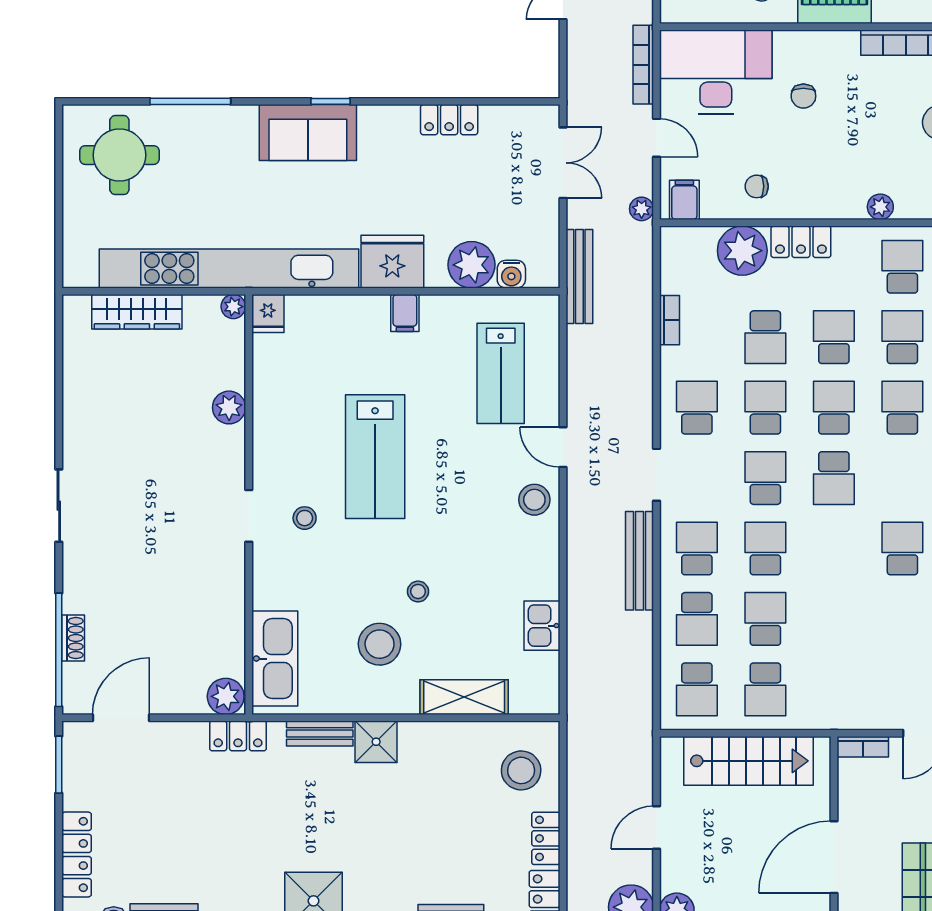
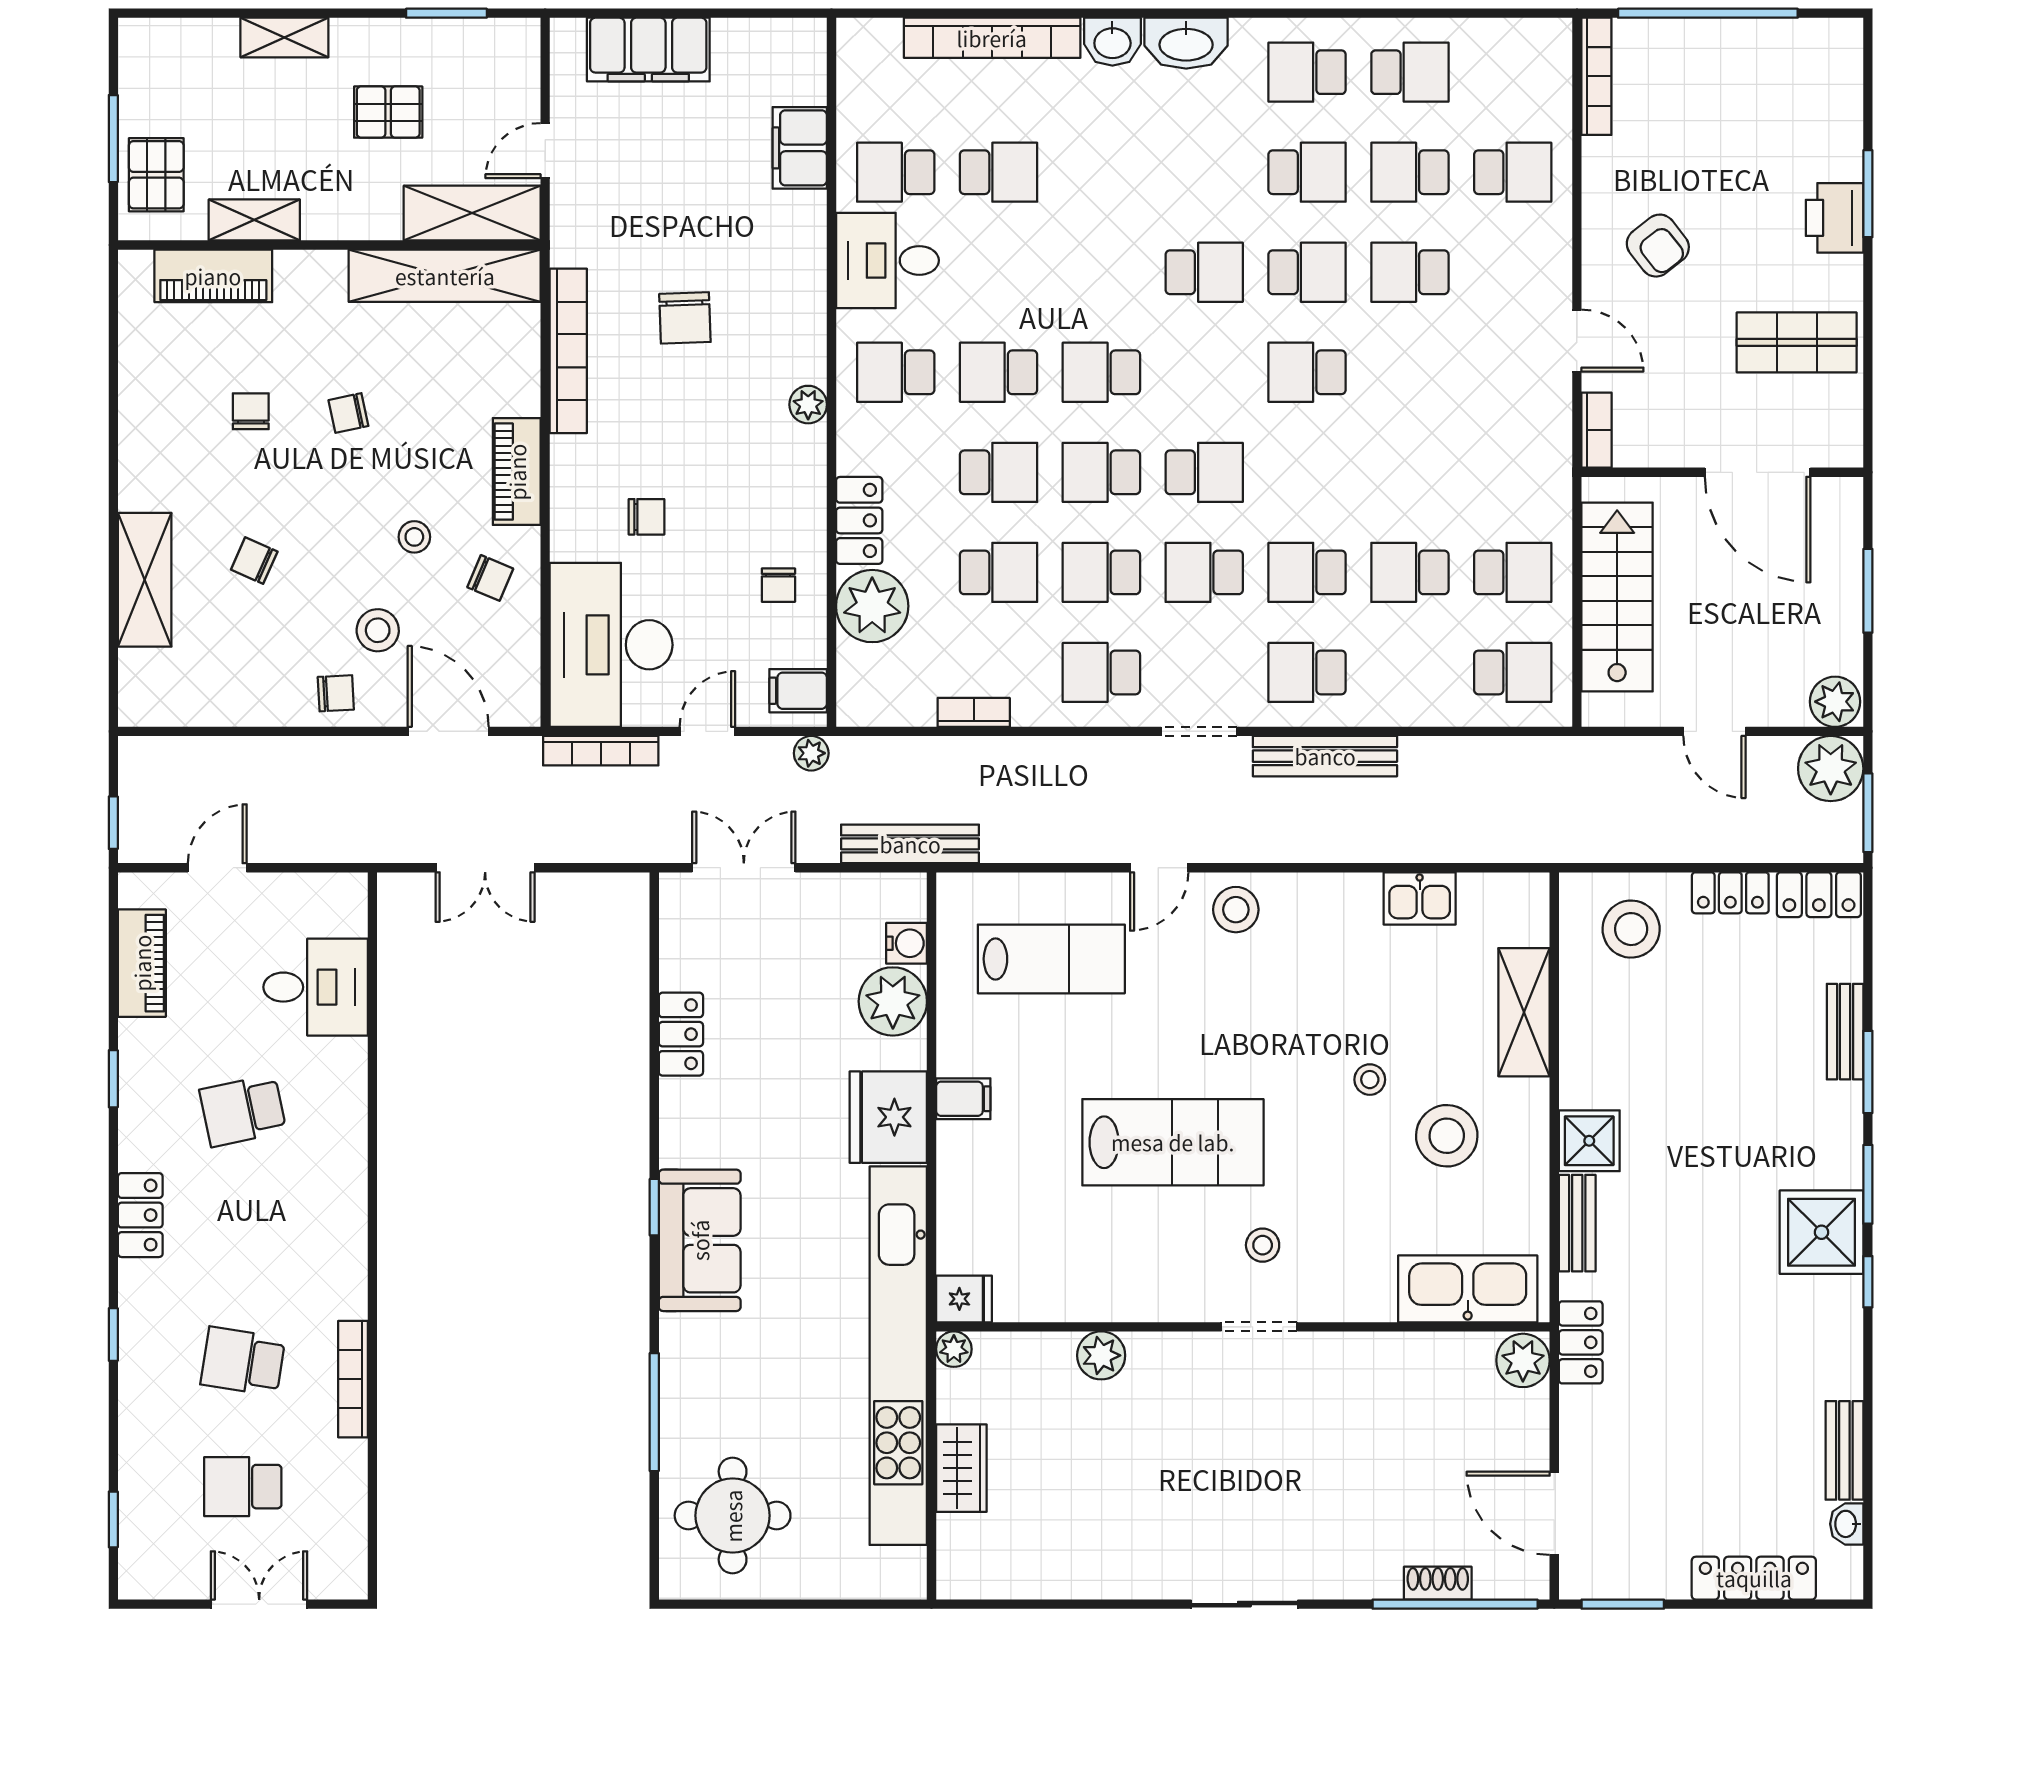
wardrobe: (137, 312) -> (961, 1468), width x0.67
school desk: (834, 337) -> (999, 472), turned 180
school desk: (697, 619) -> (1410, 672), removed

